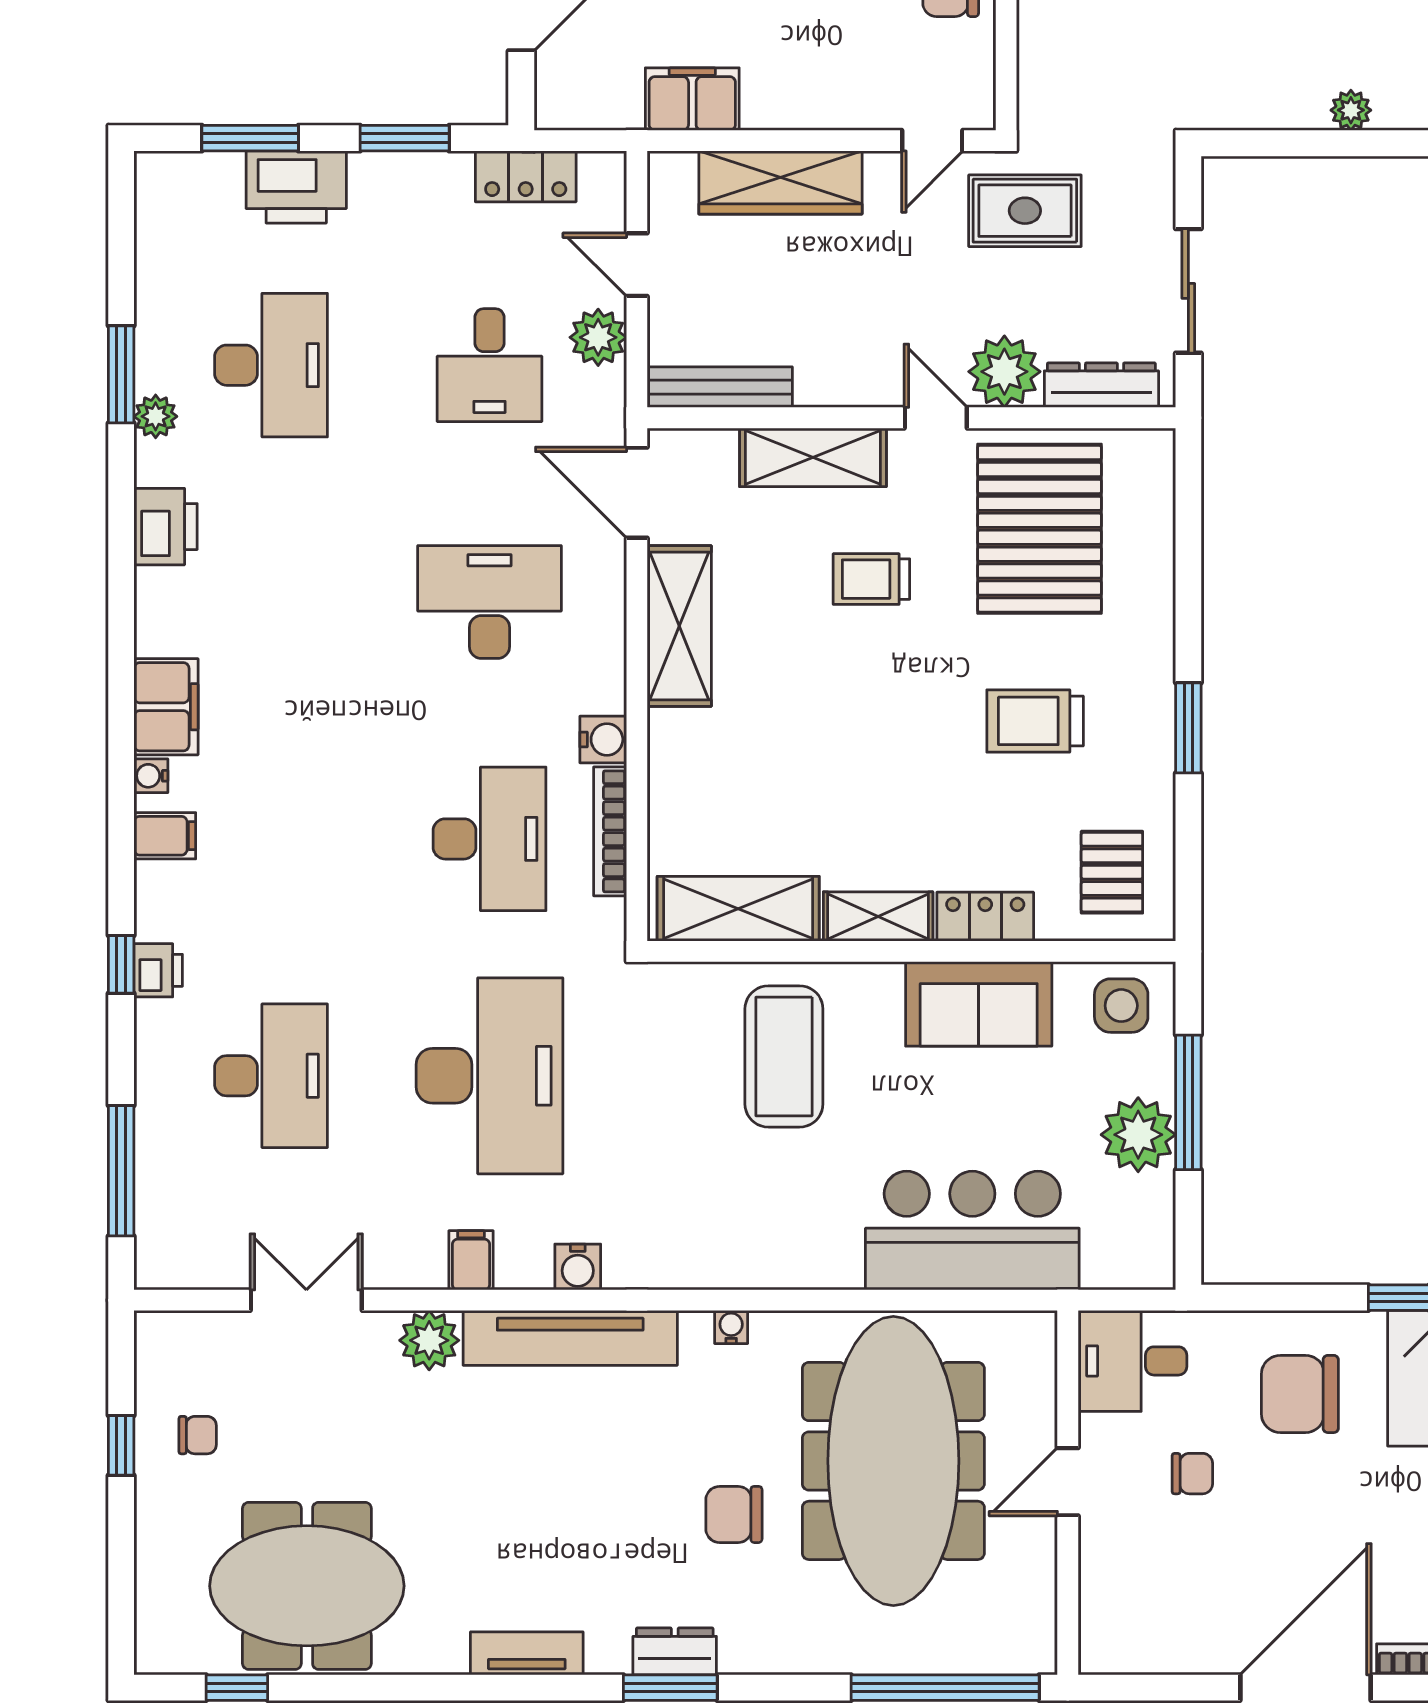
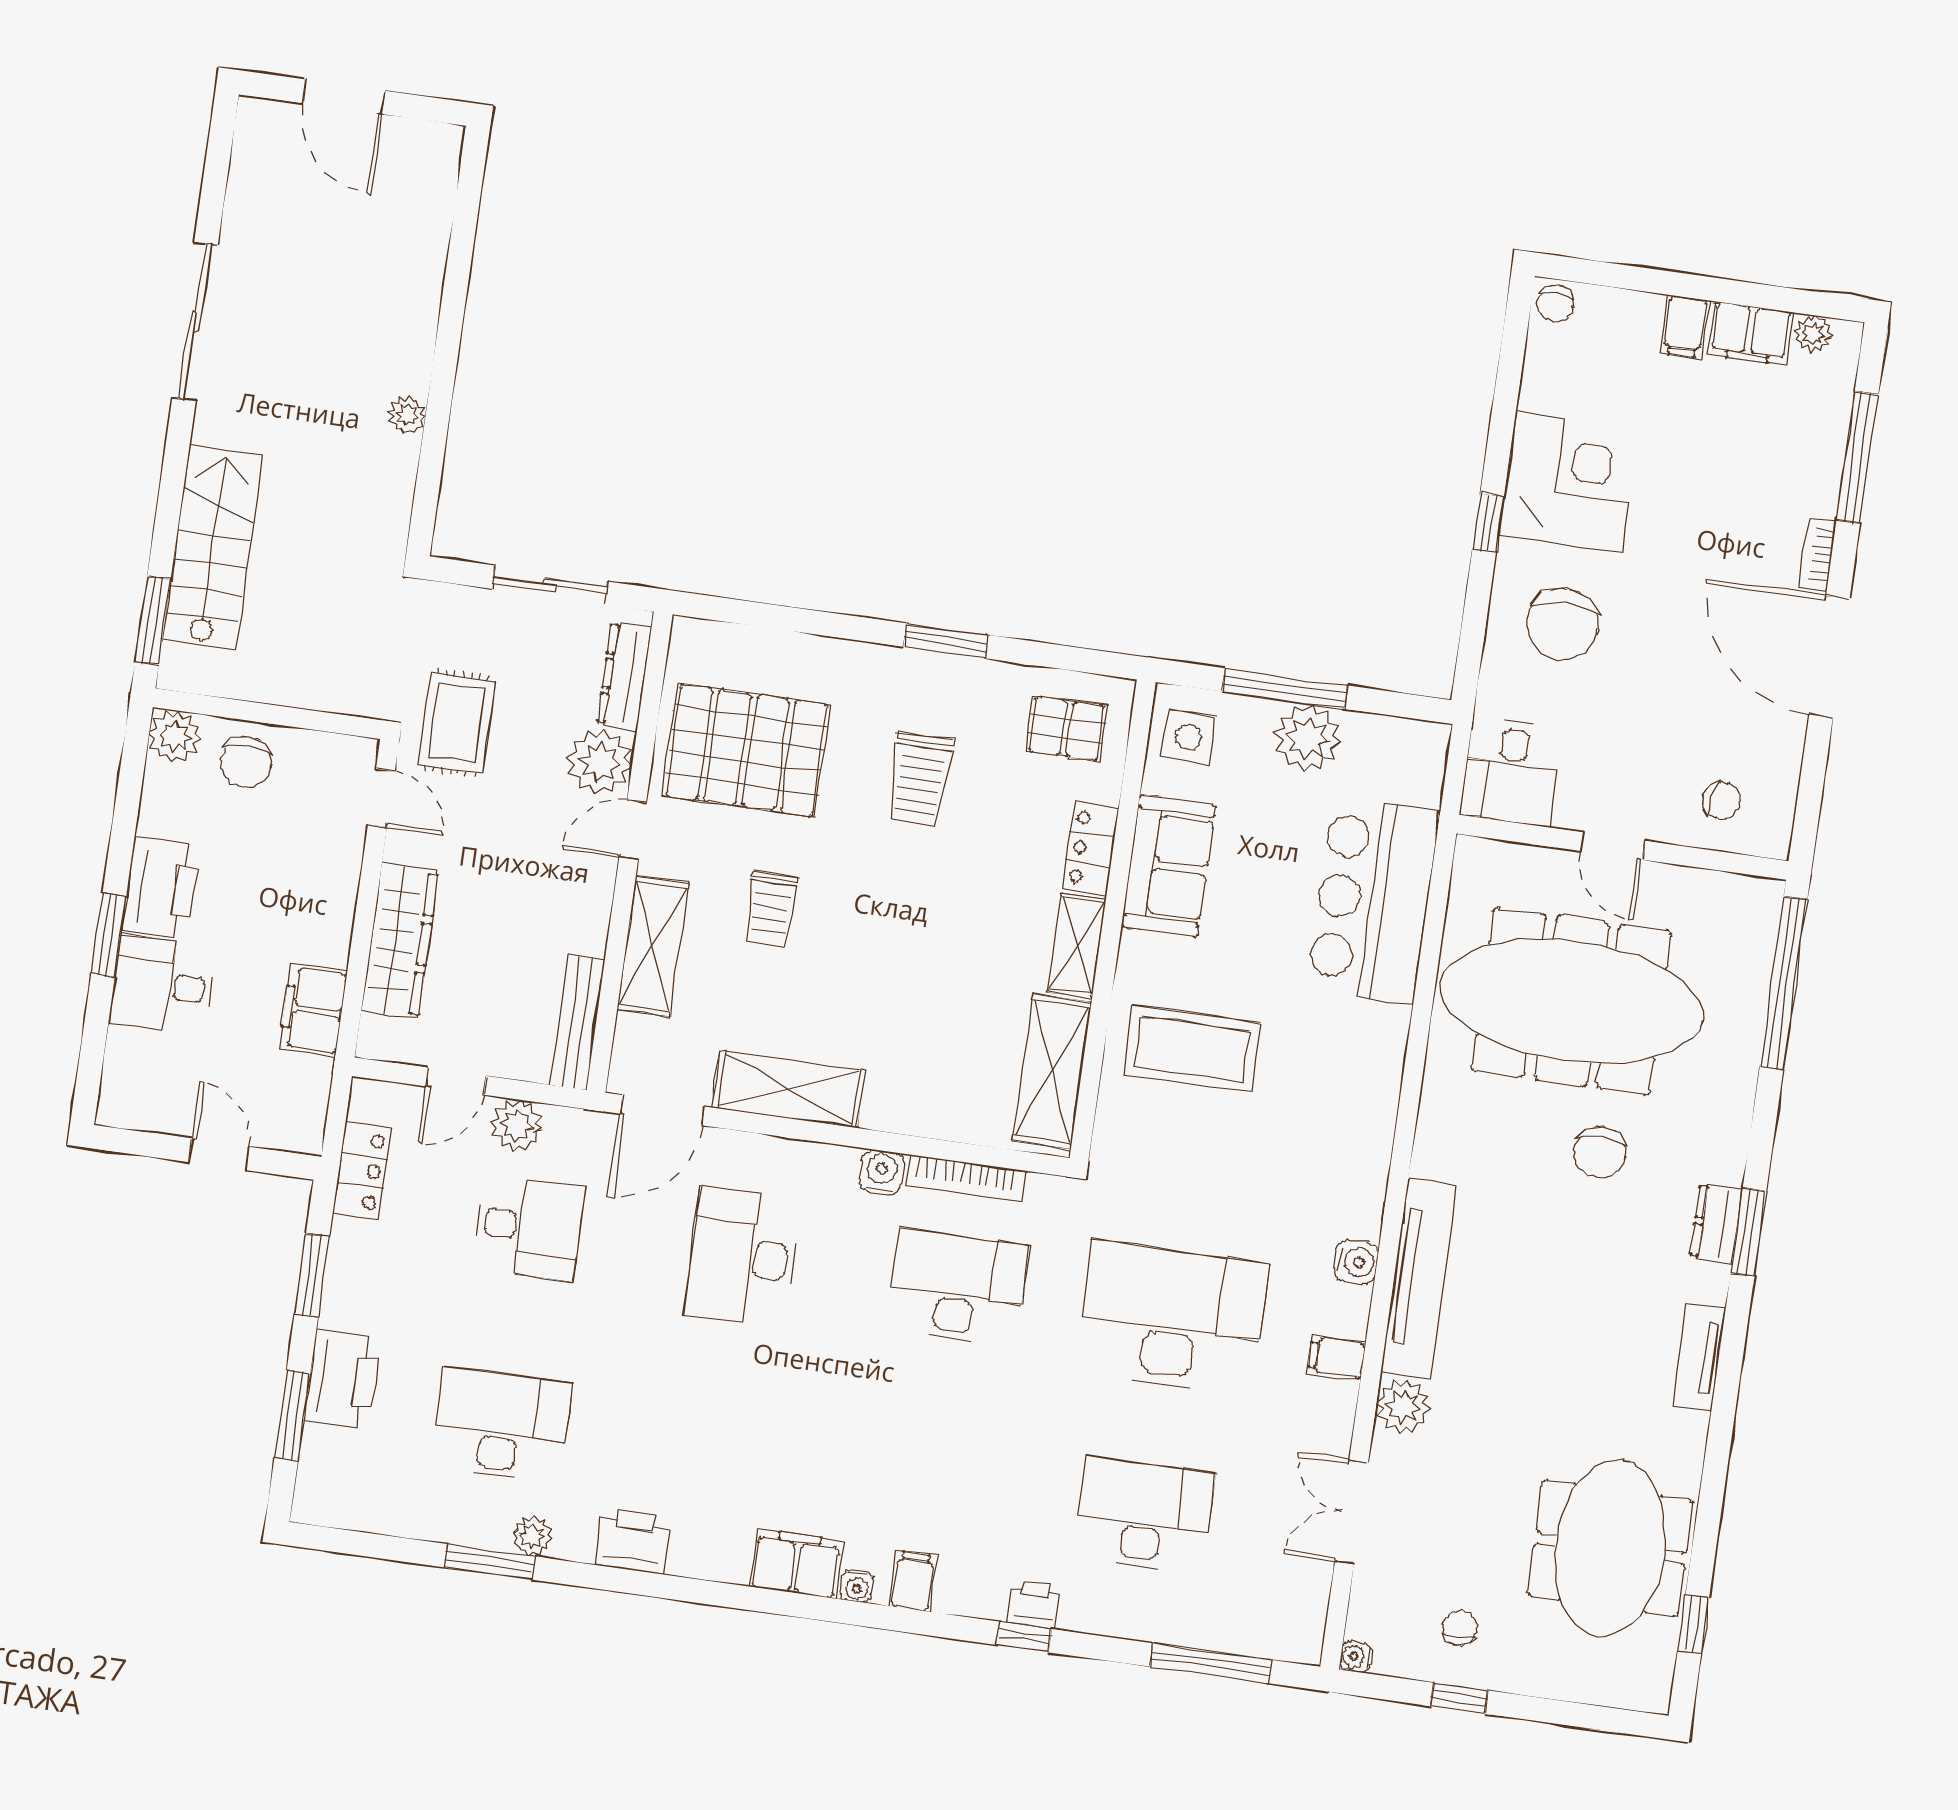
water cooler: (731, 1327) -> (1356, 1657), moved
chair: (1192, 1474) -> (1722, 801), moved, turned 101

